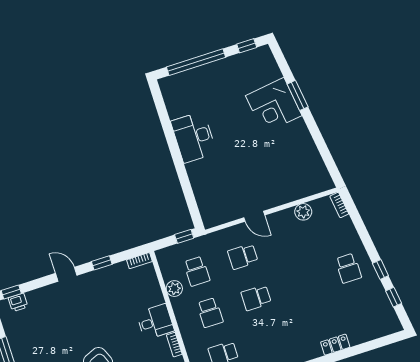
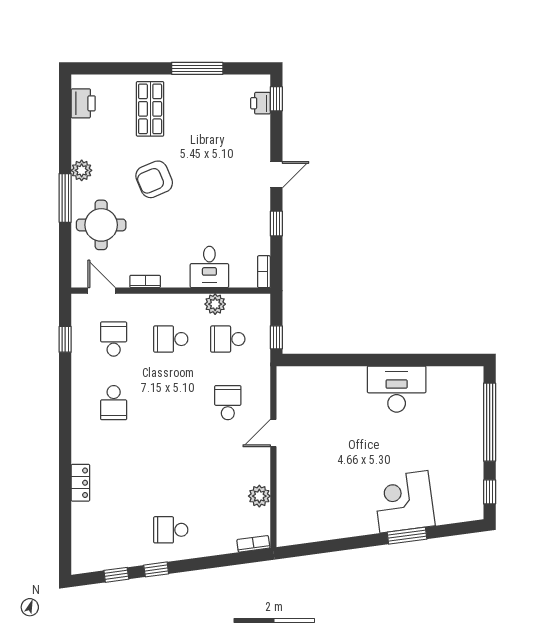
school desk: (256, 298) -> (114, 403), moved, turned 180
desk: (155, 322) -> (209, 267), moved

